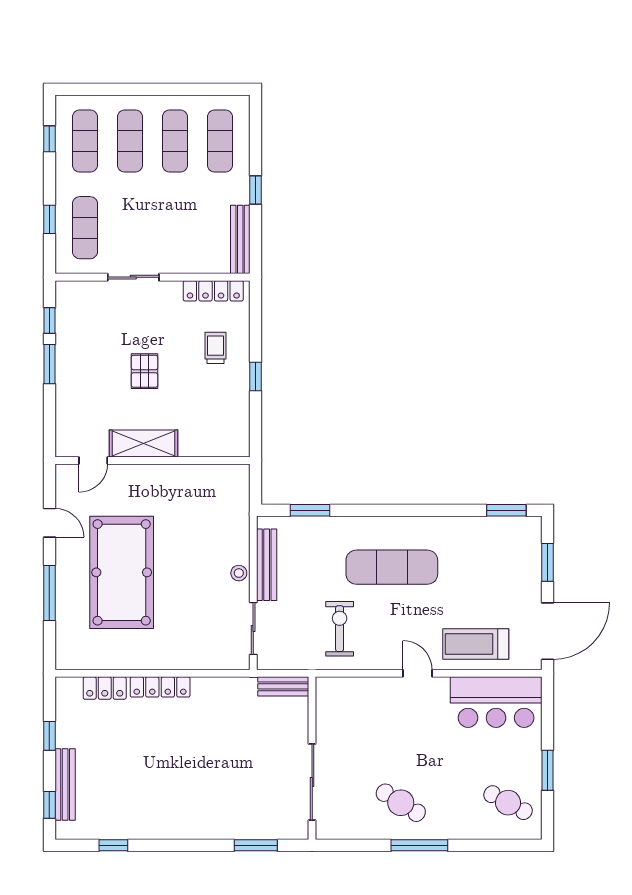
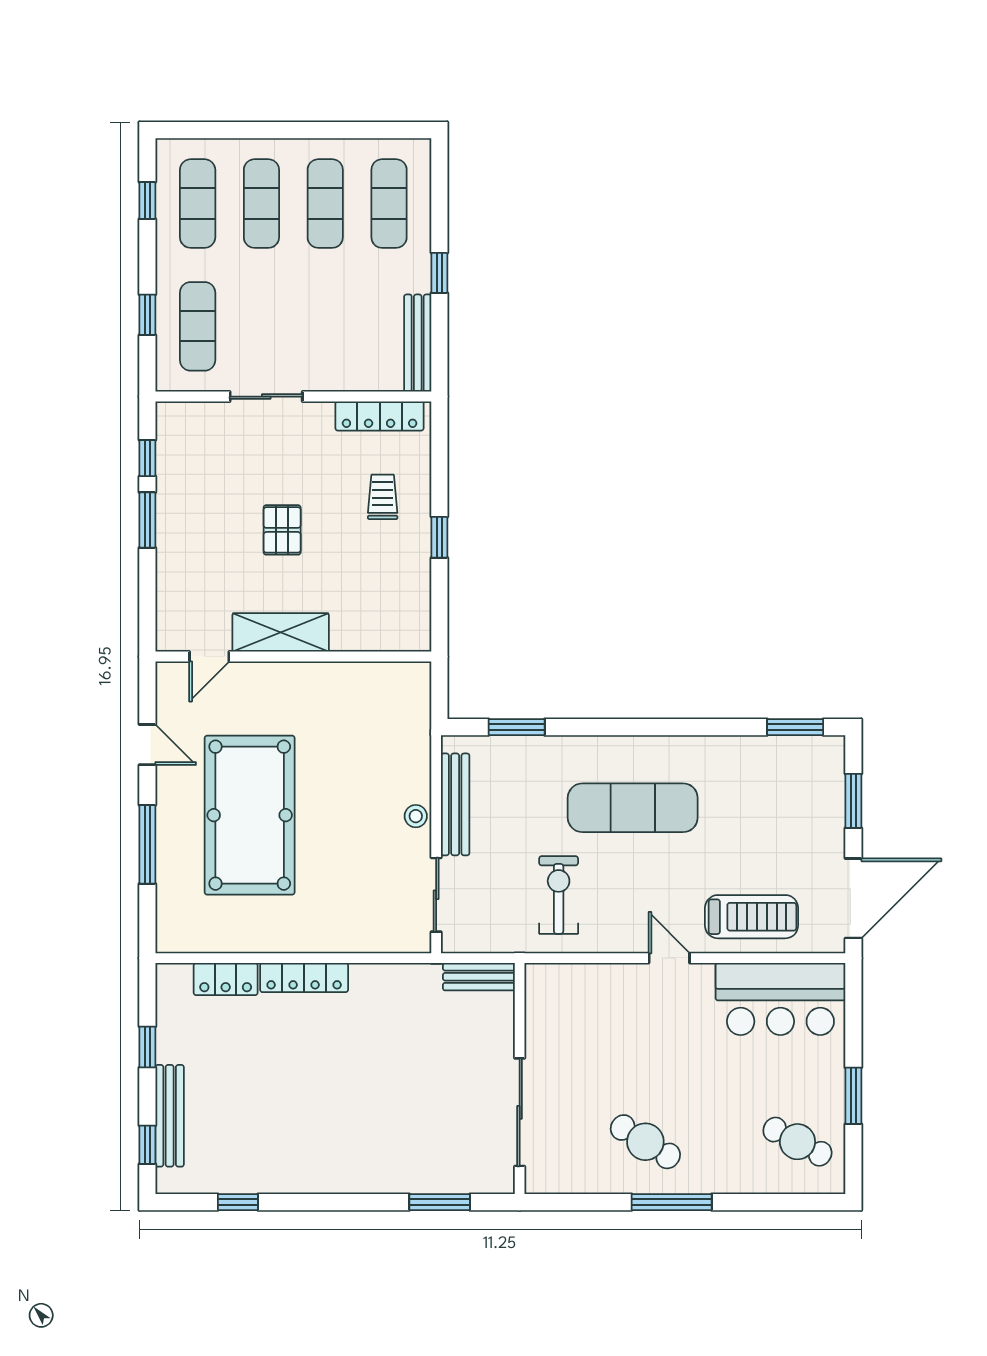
treadmill: (476, 644) -> (752, 917), turned 180

